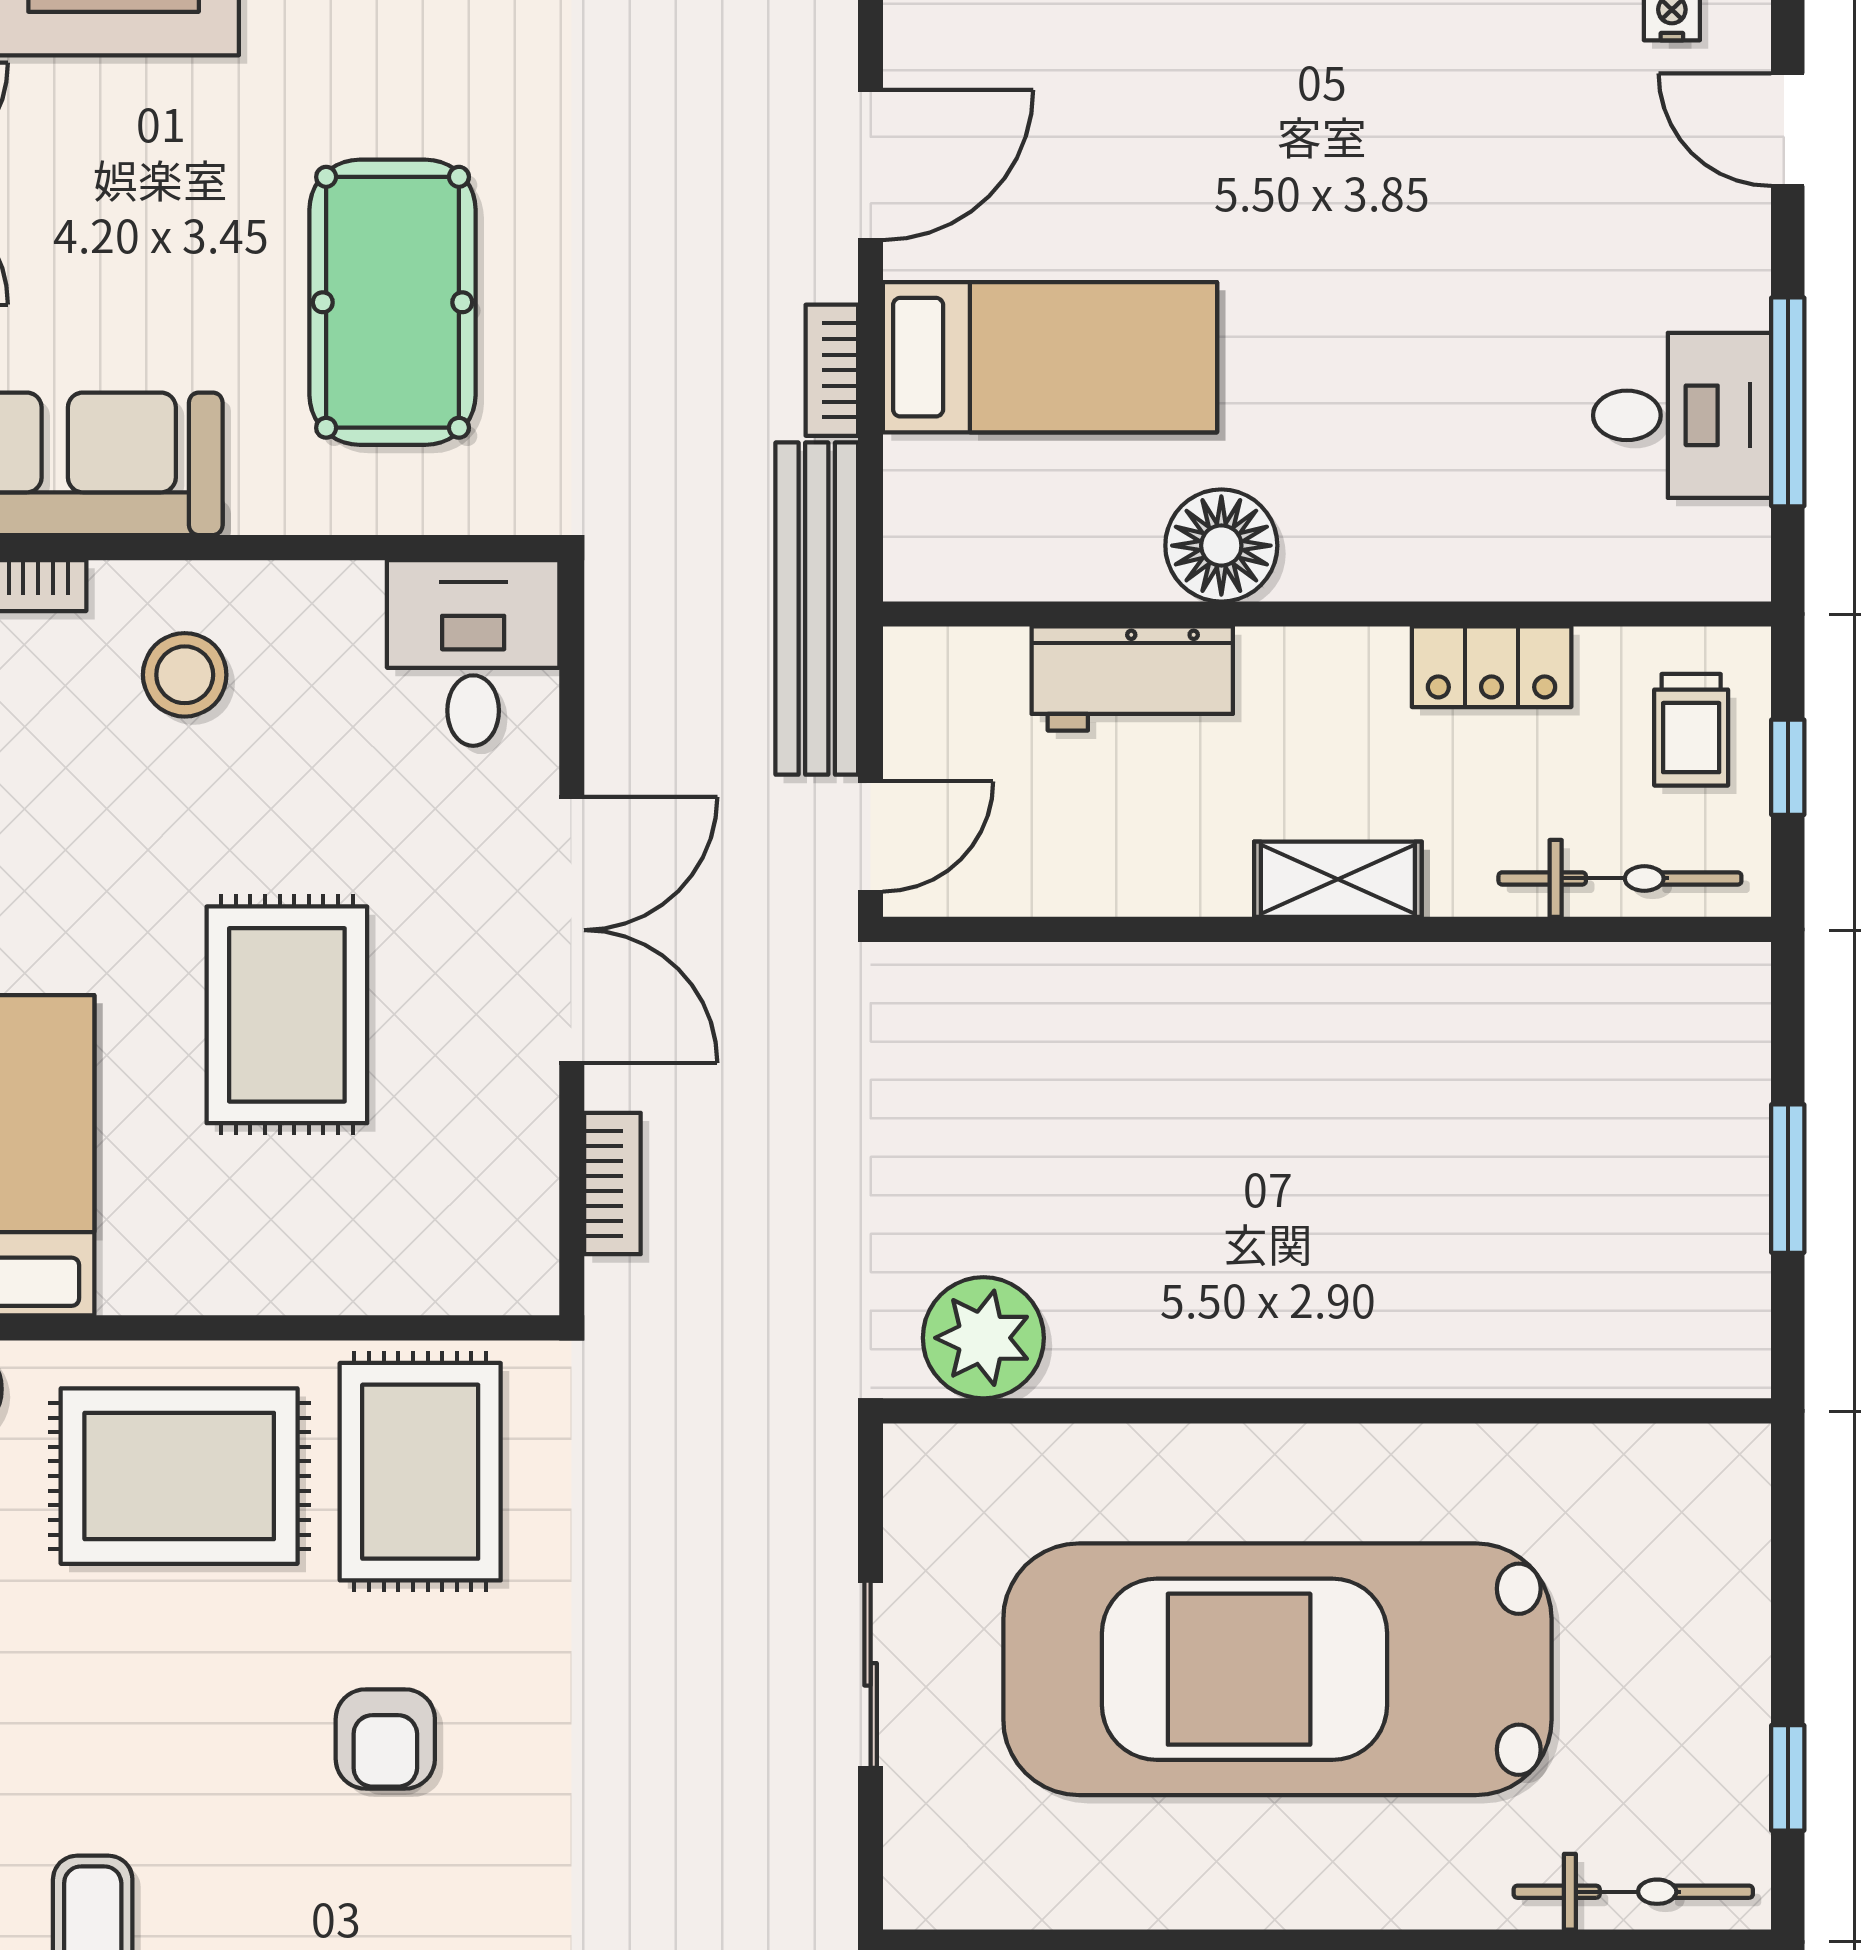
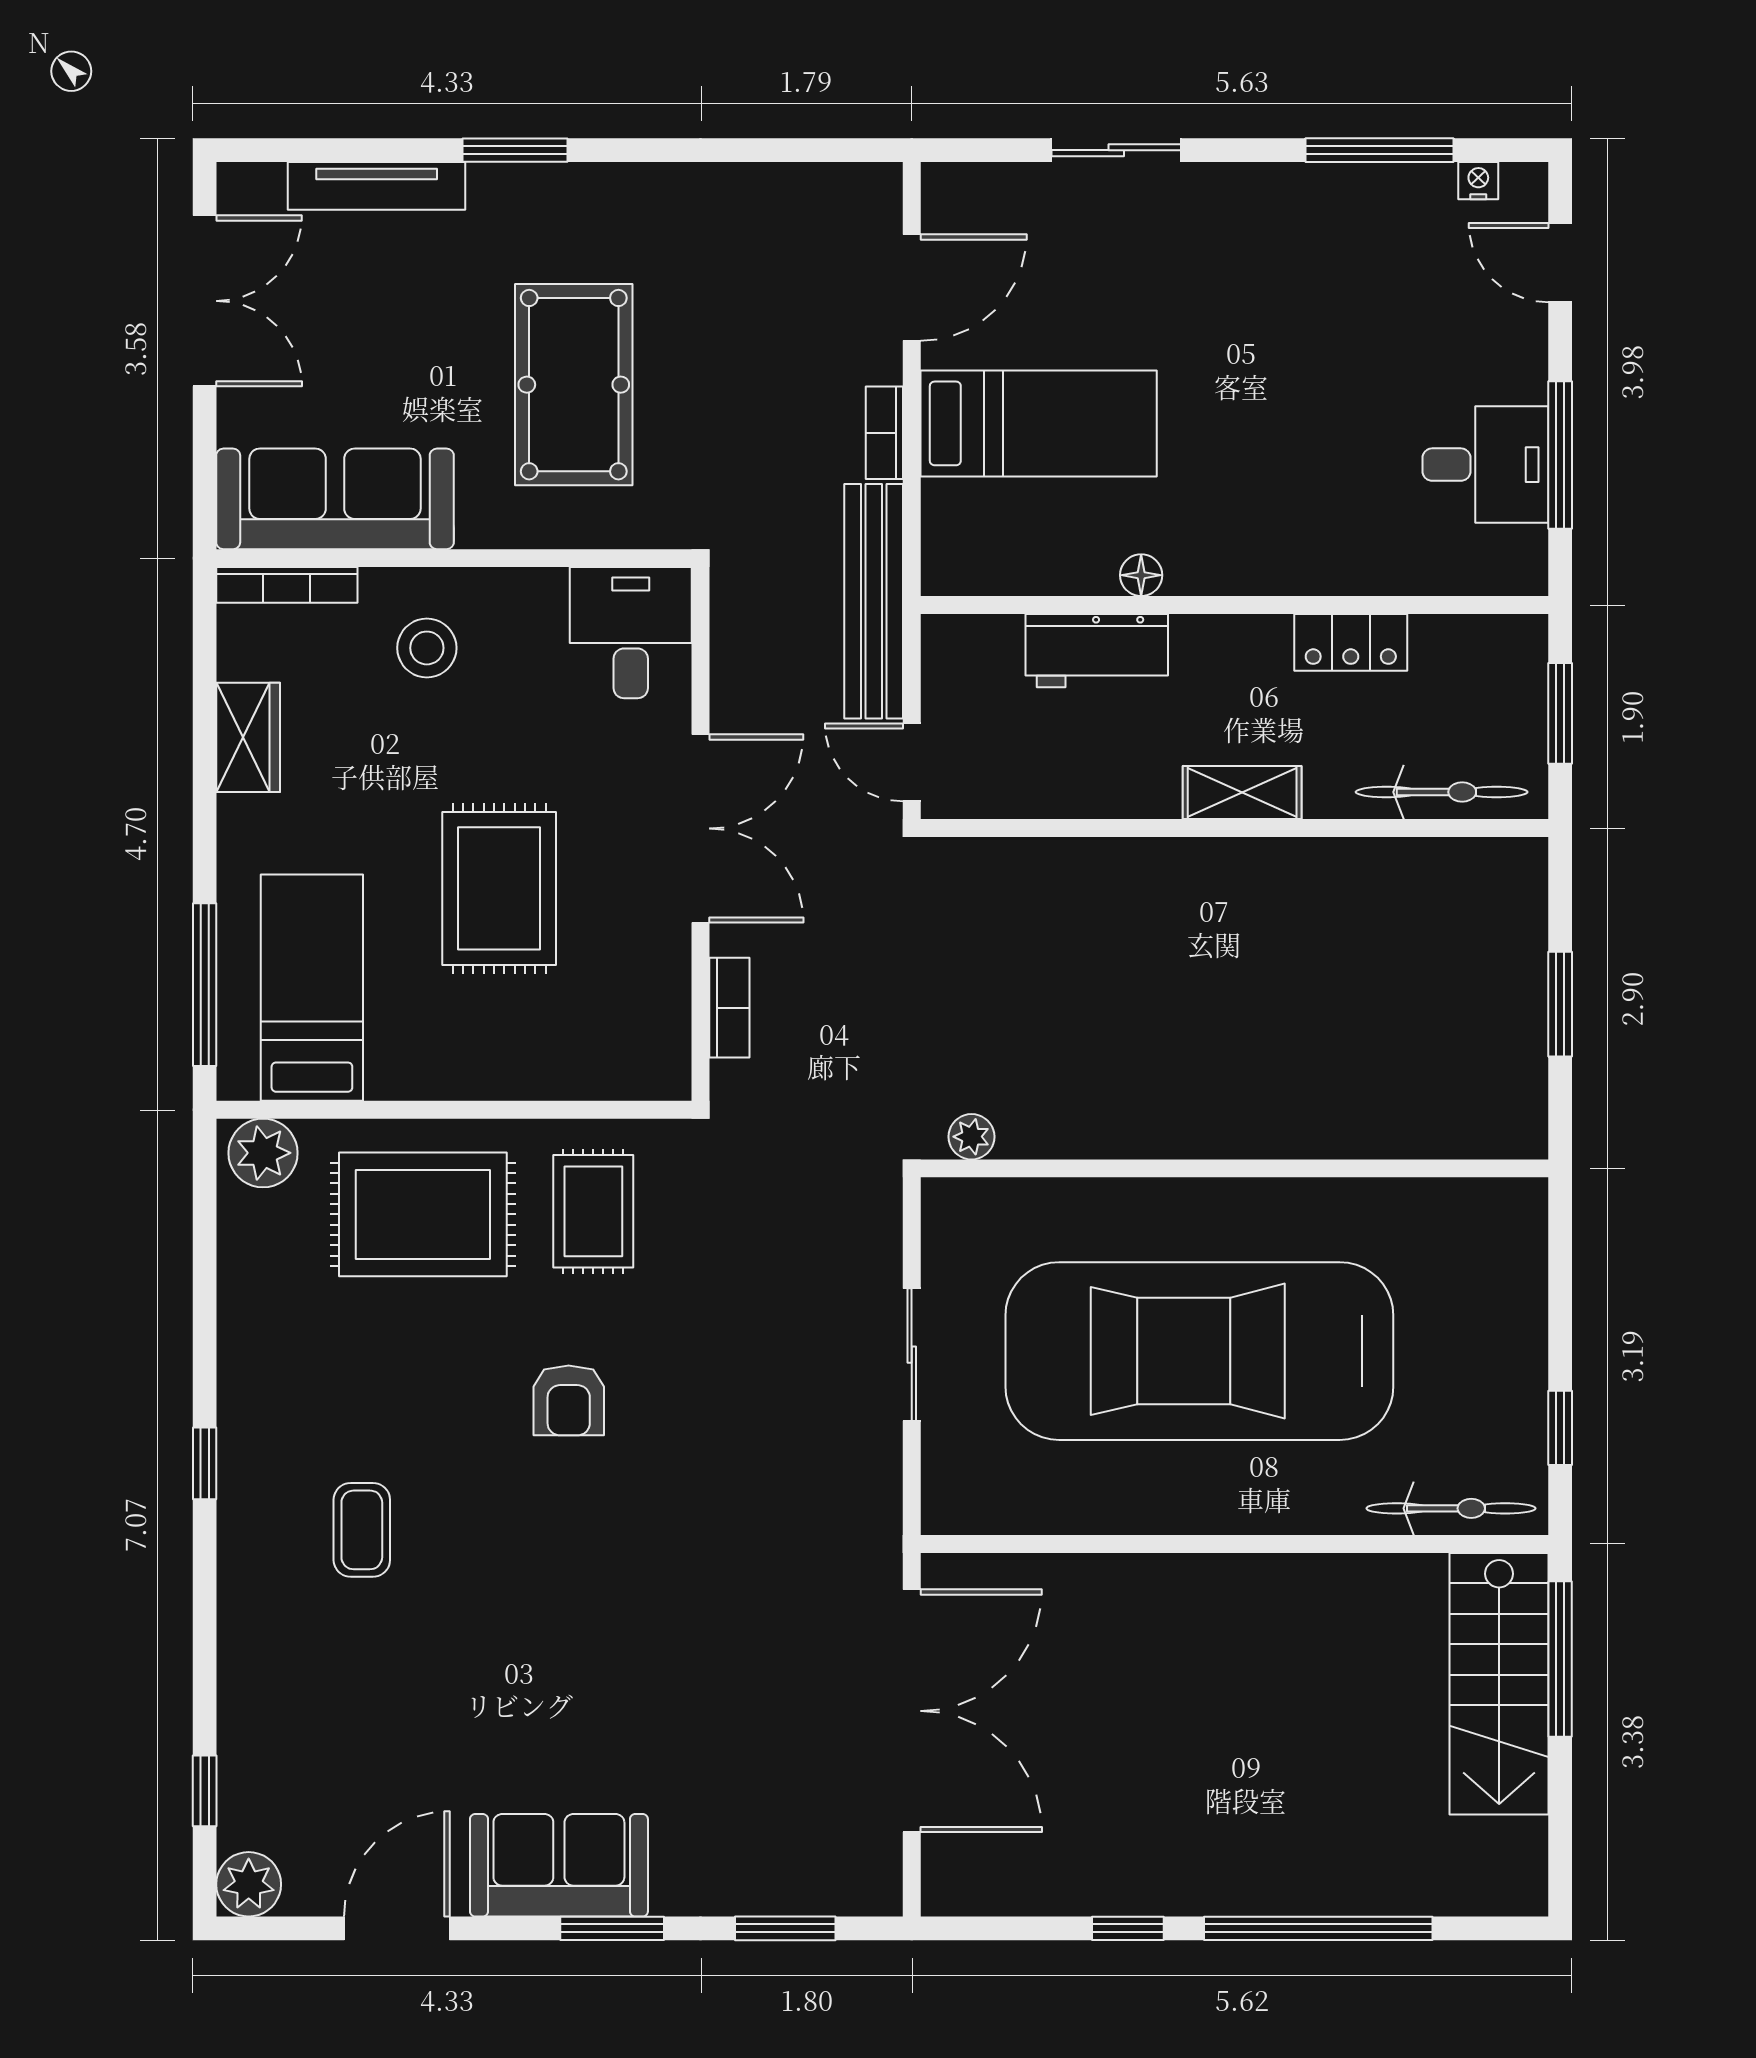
floor lamp: (1221, 546) -> (1141, 575), width x0.53, depth x0.53
trolley: (1691, 730) -> (1492, 687), removed
window: (1788, 767) -> (1560, 713), width x1.50
door: (871, 836) -> (912, 762), swing flipped
plant: (983, 1338) -> (972, 1137), width x0.53, depth x0.53
rug: (420, 1472) -> (593, 1211), width x0.73, depth x0.70

